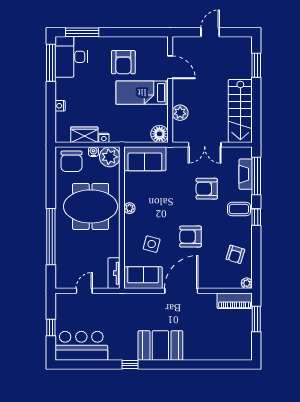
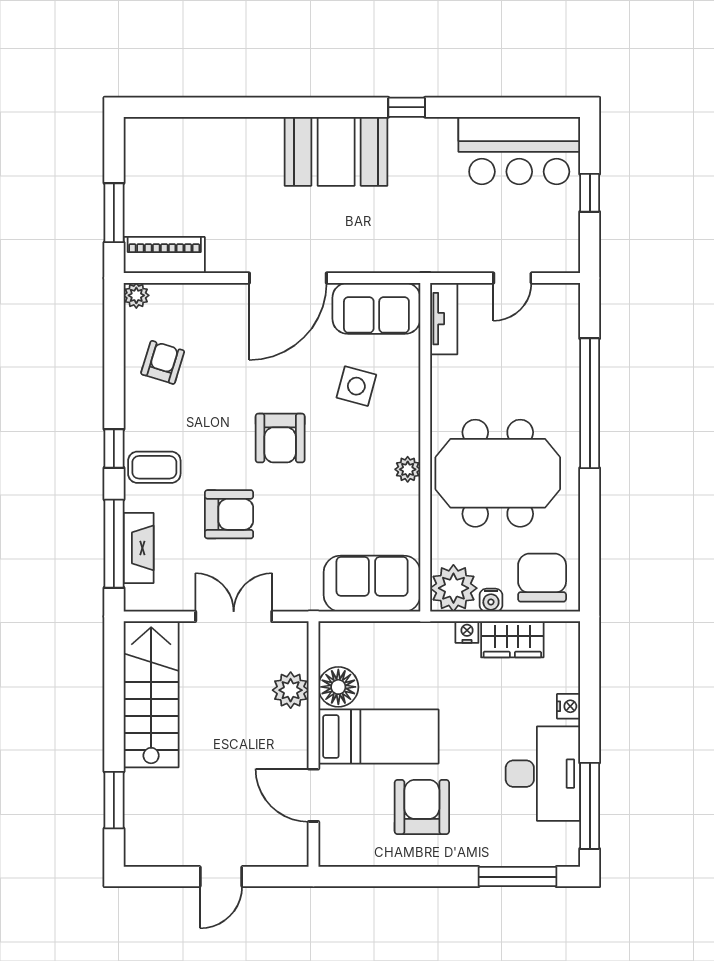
desk: (71, 57) -> (543, 774), moved
floor lamp: (159, 134) -> (338, 687), moved
armchair: (190, 237) -> (280, 438), moved, turned 90

